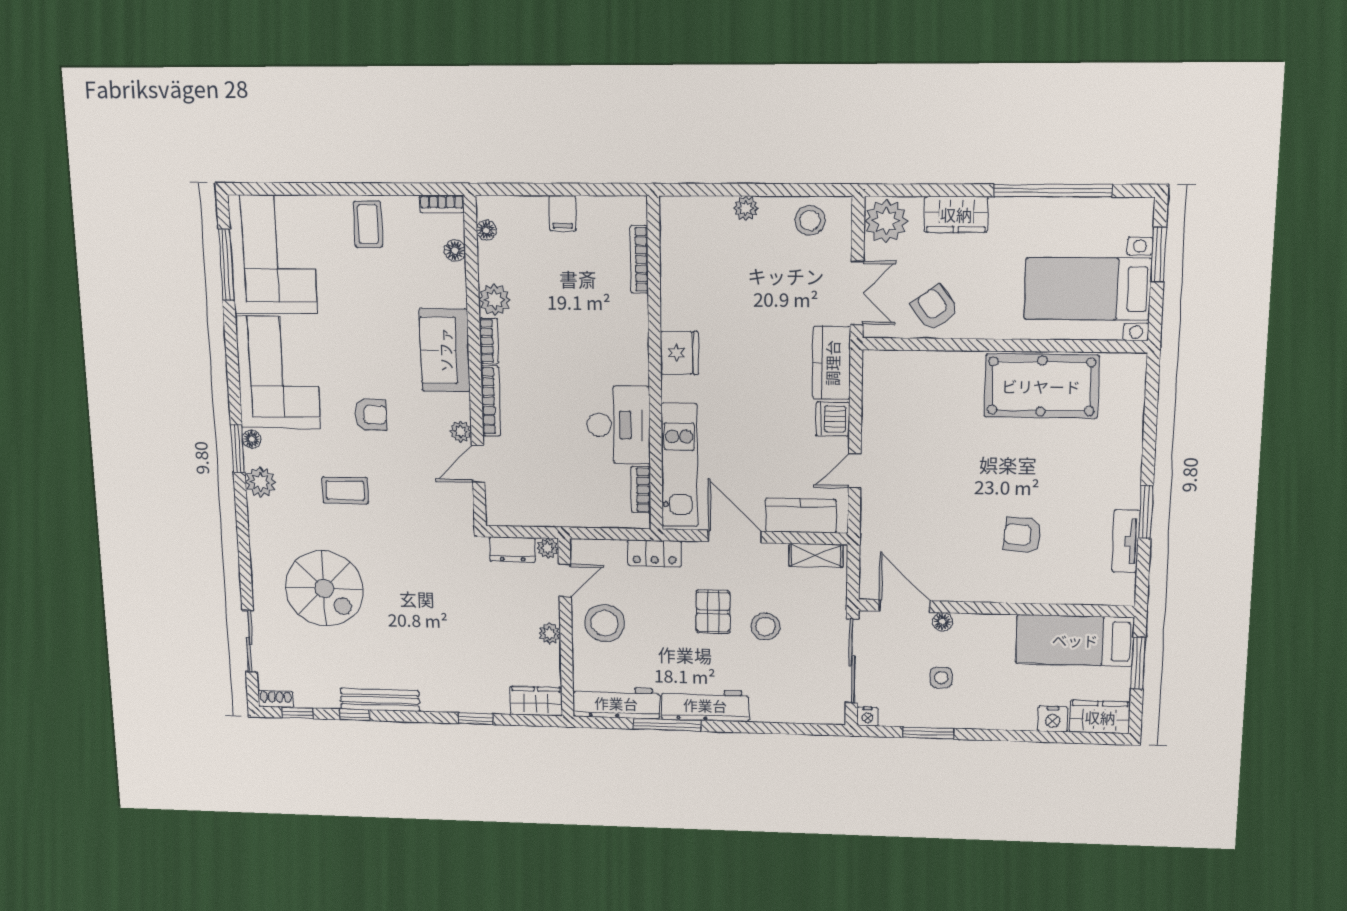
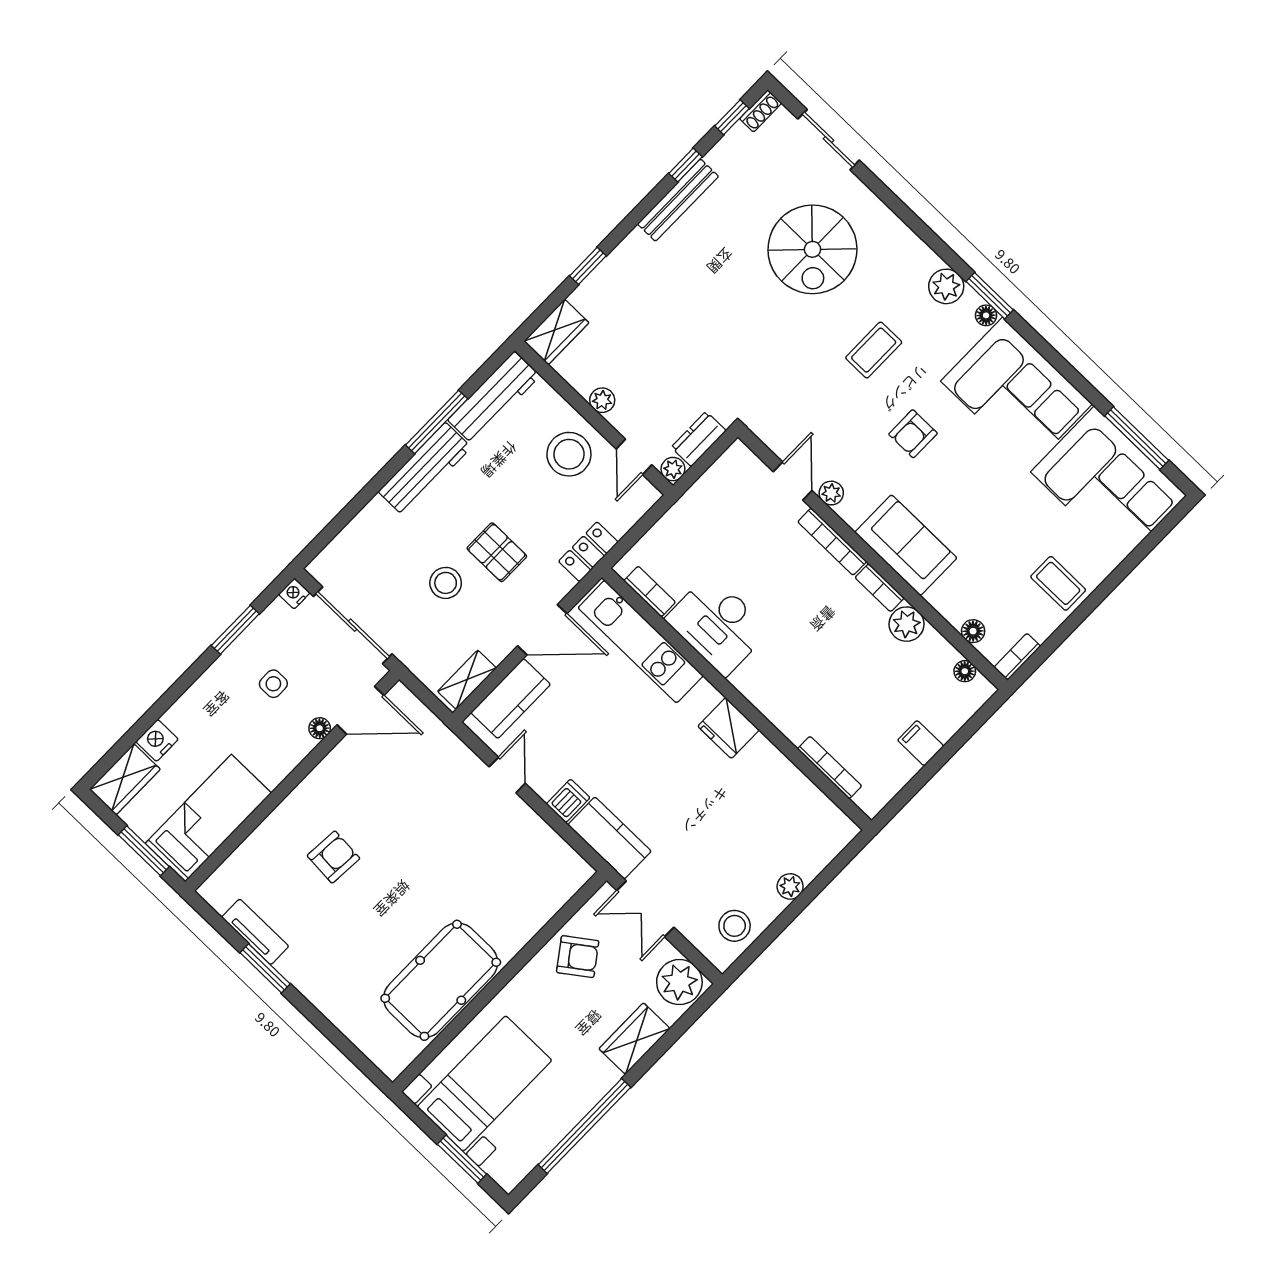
dishwasher: (833, 419) -> (568, 801), width x0.73
spiral stairs: (324, 588) -> (812, 249), turned -90

